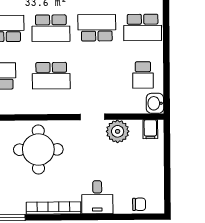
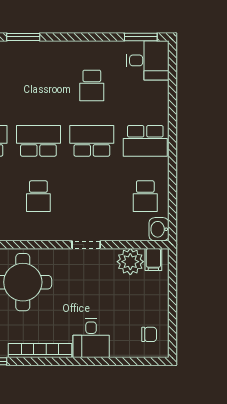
school desk: (51, 28) -> (38, 141), turned 180
school desk: (51, 76) -> (38, 196), width x0.54
plant: (118, 131) -> (130, 262), moved
chair: (139, 204) -> (149, 334), moved

